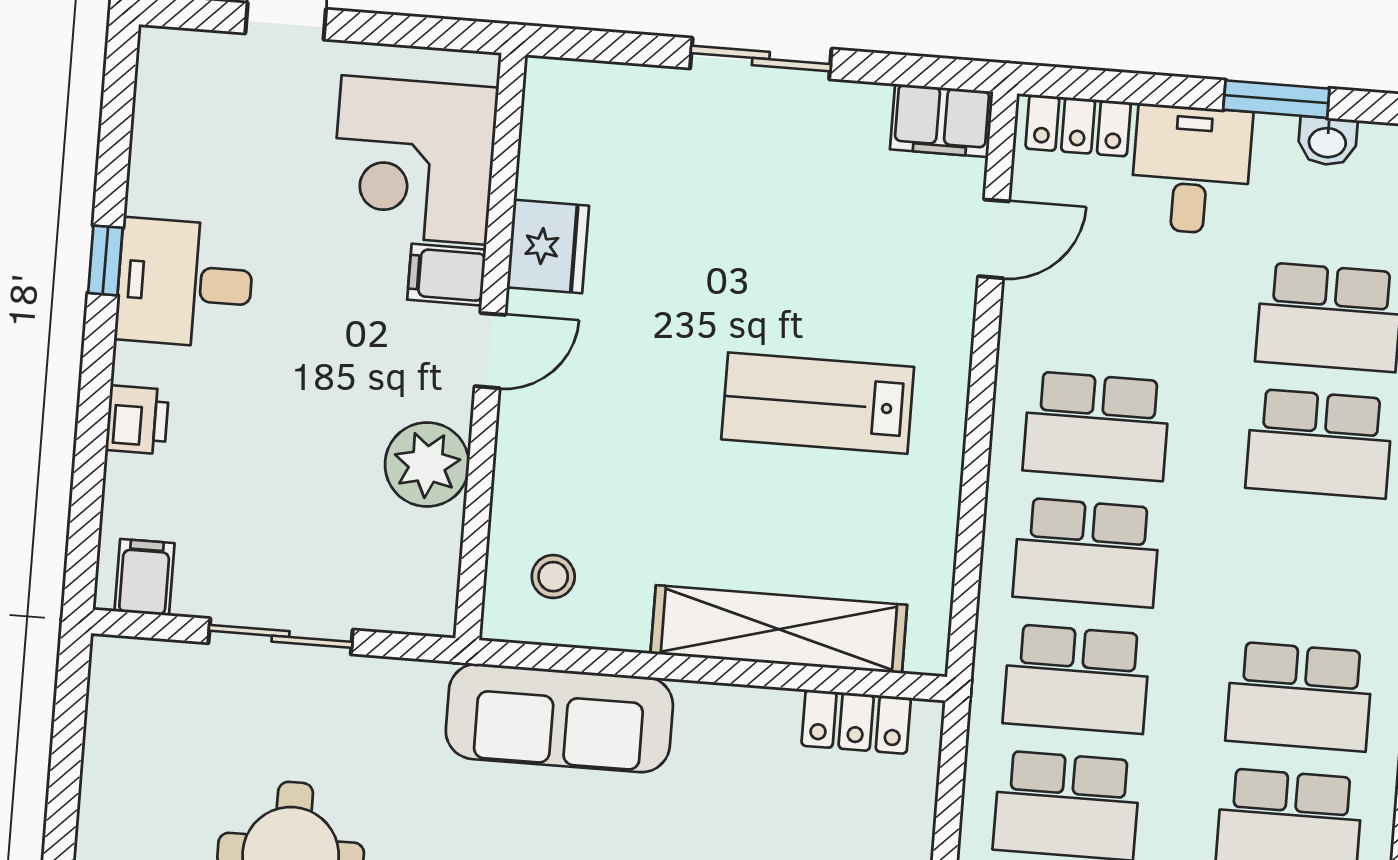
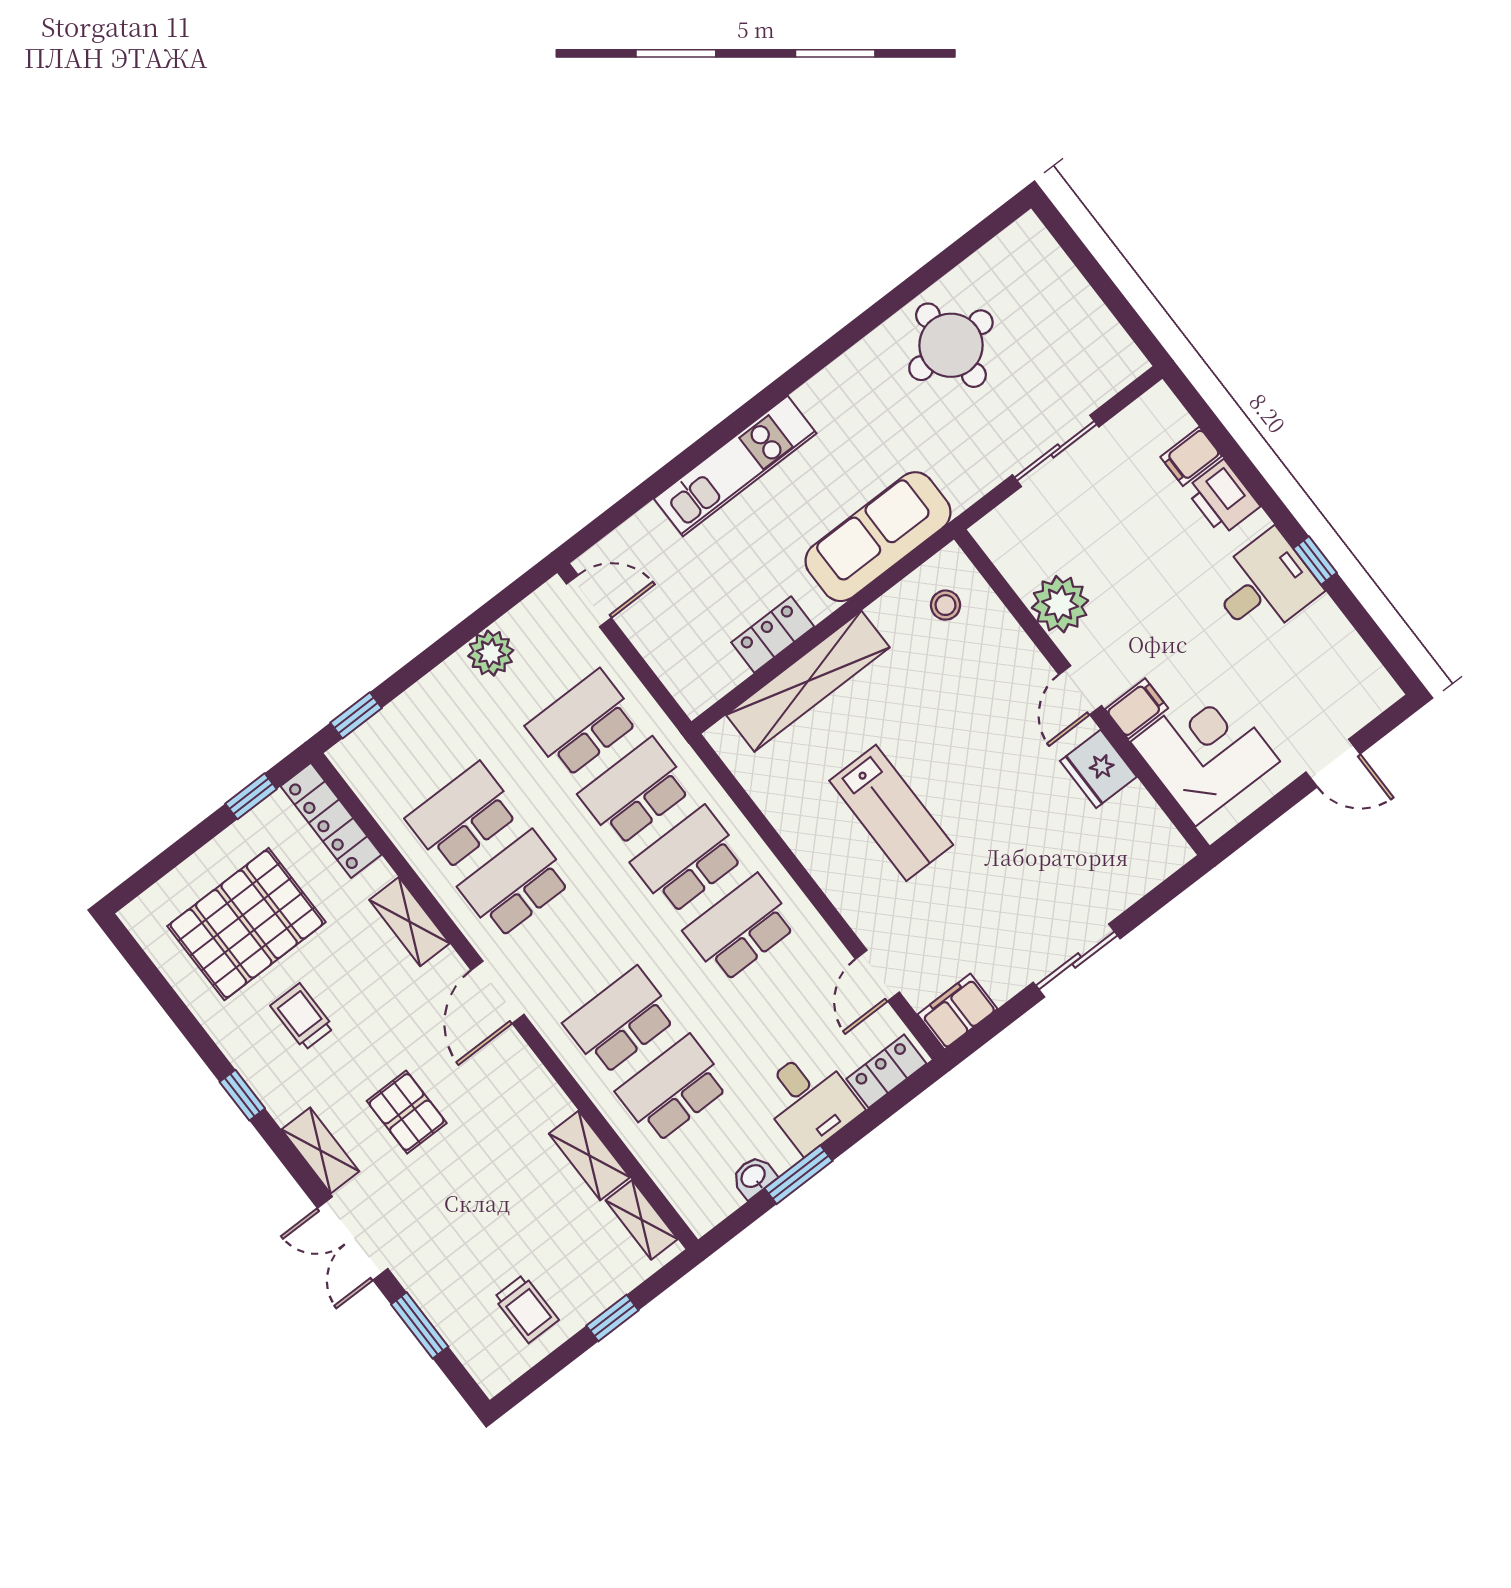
lab bench: (818, 403) -> (891, 813), turned 90
printer: (137, 420) -> (1223, 498), width x1.36, depth x1.24
filing cabinet: (145, 577) -> (1191, 456), moved, turned 90
locker: (856, 722) -> (773, 635), moved

